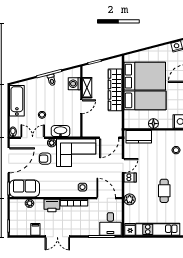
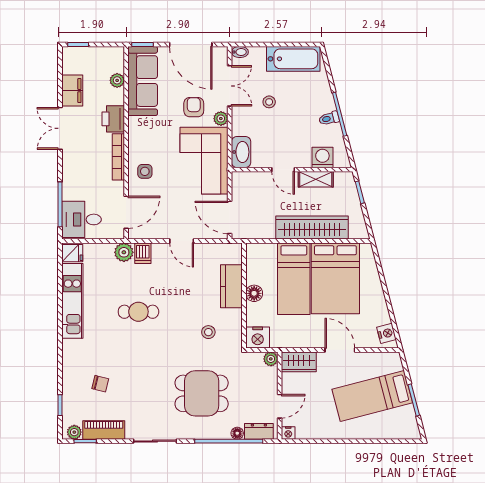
washbasin: (60, 131) -> (241, 152), moved
kitchen counter: (139, 137) -> (231, 286), moved
dishwasher: (130, 177) -> (143, 253), moved
sofa: (24, 188) -> (143, 81), width x1.36
filing cabinet: (35, 229) -> (72, 91), width x2.00

